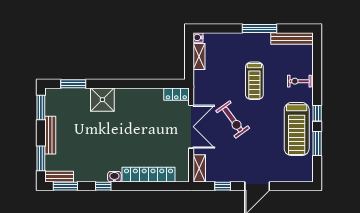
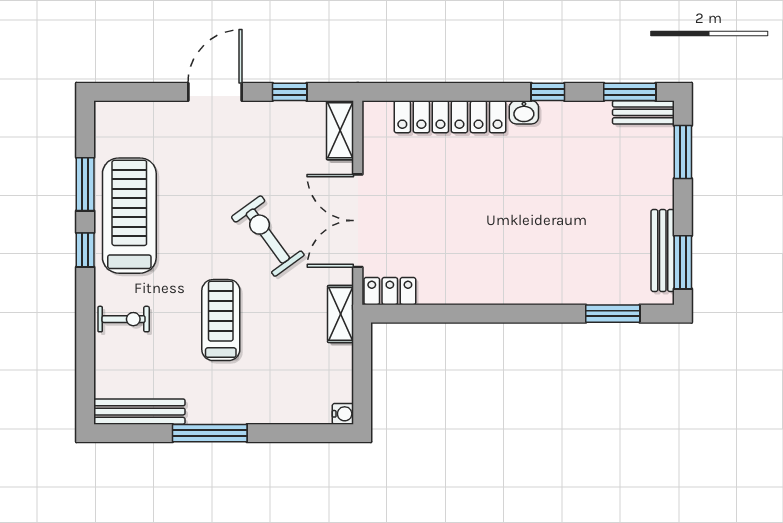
shelving: (199, 57) -> (341, 314), moved
shower: (102, 100) -> (550, 279), removed
bench: (50, 135) -> (663, 250), moved

